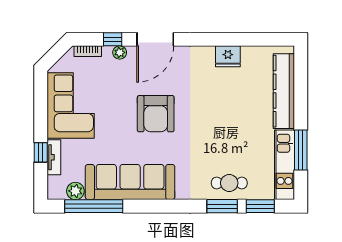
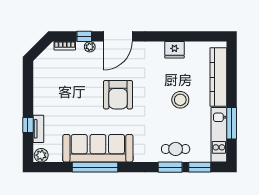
corner sofa: (71, 105) -> (51, 88), removed
stool: (235, 120) -> (180, 100), added
plant: (75, 191) -> (41, 155), moved
window: (94, 206) -> (95, 167), moved

